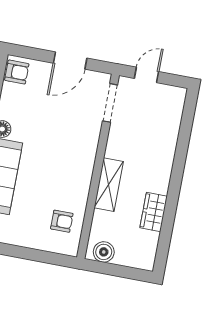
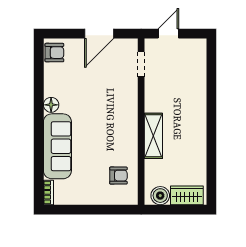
doorway: (110, 103) -> (141, 64), width x0.73
wardrobe: (154, 212) -> (187, 195), moved, turned 90

